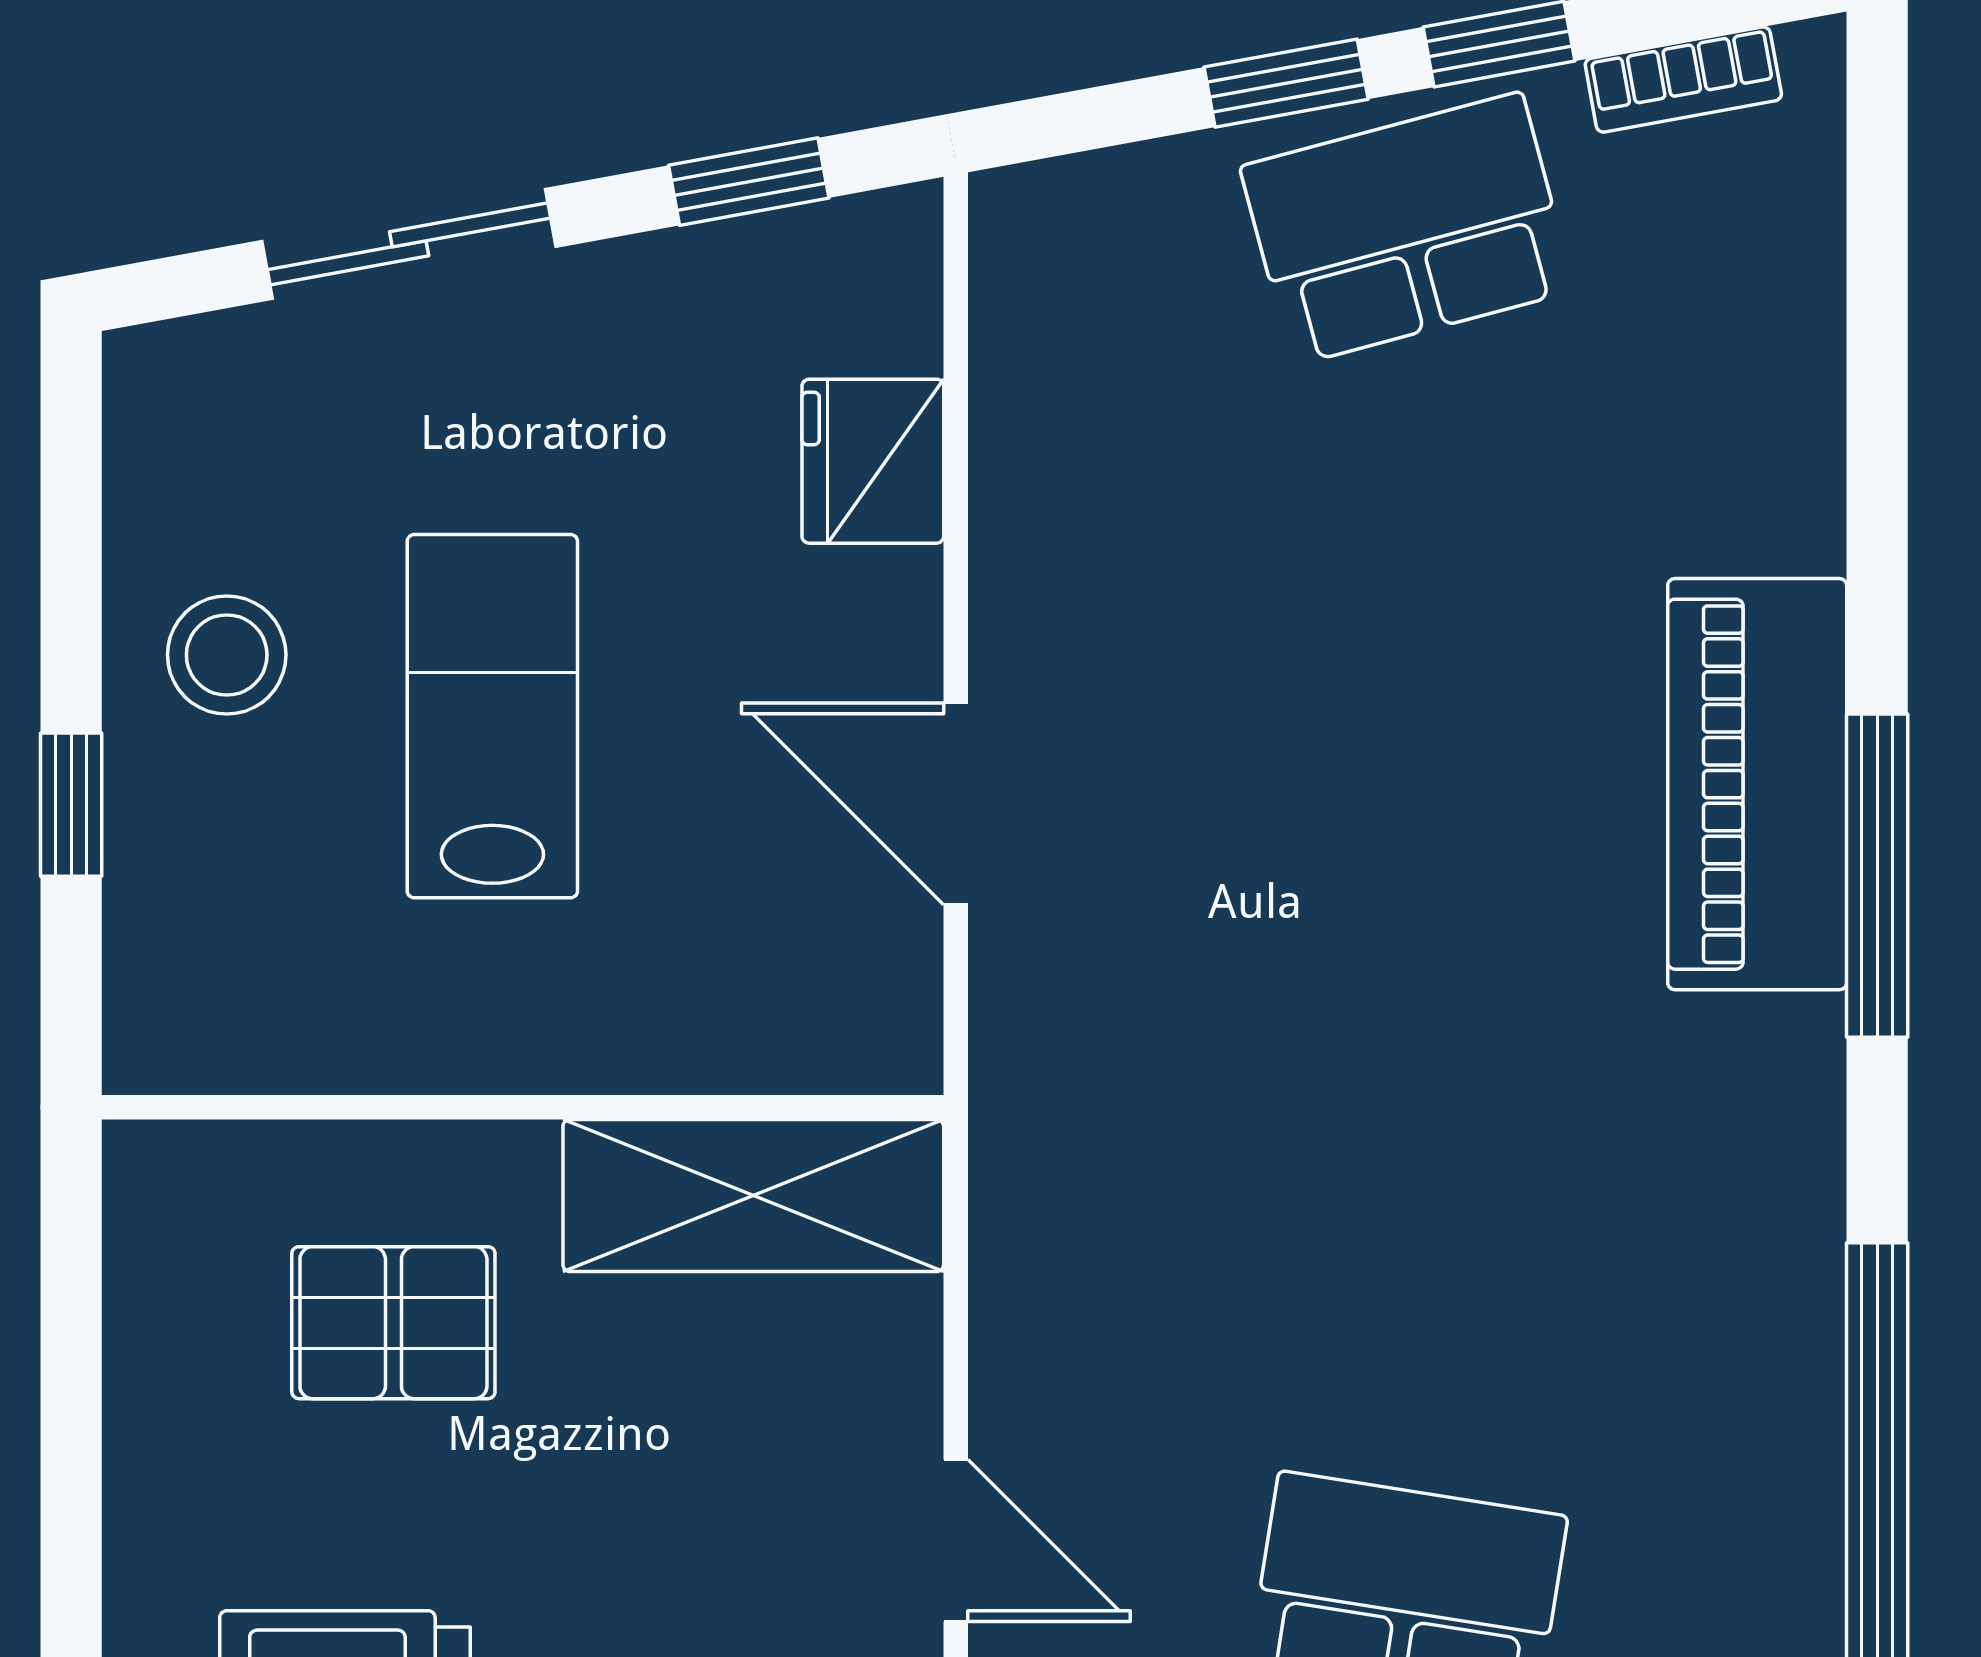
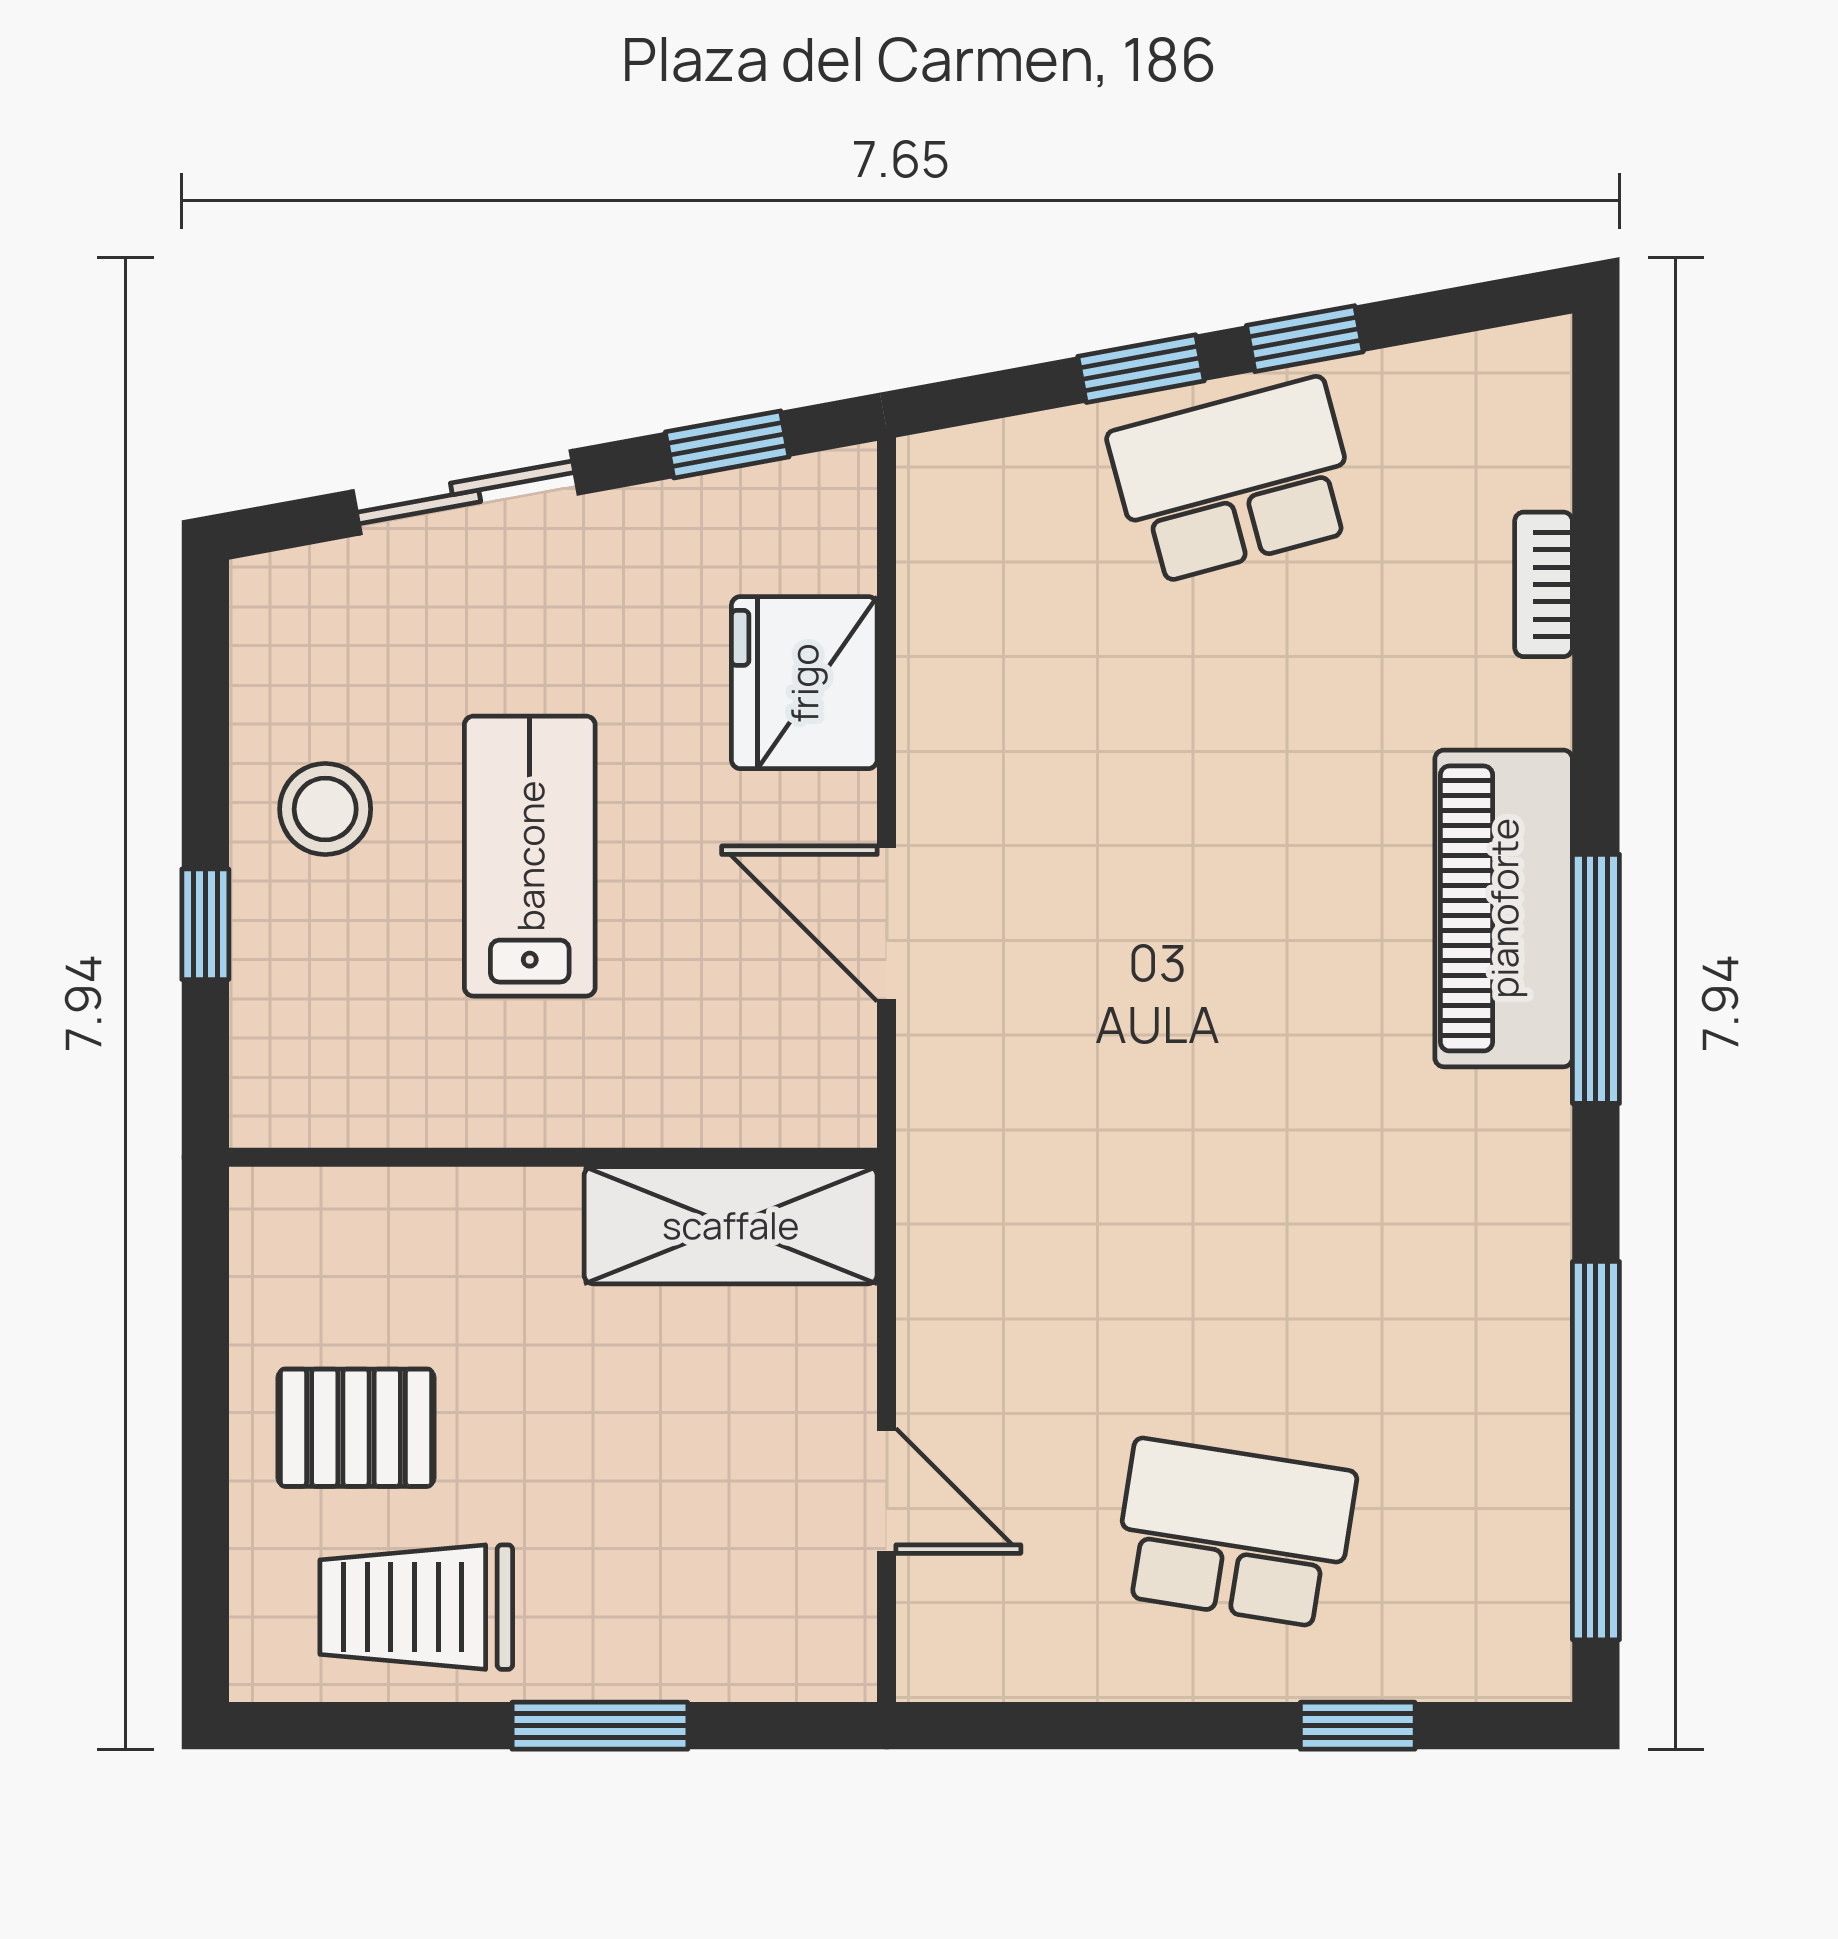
bookcase: (1683, 80) -> (1544, 584), moved, turned 100
fridge: (873, 461) -> (804, 683), width x1.36, depth x1.34
pallet: (393, 1323) -> (356, 1428), moved

